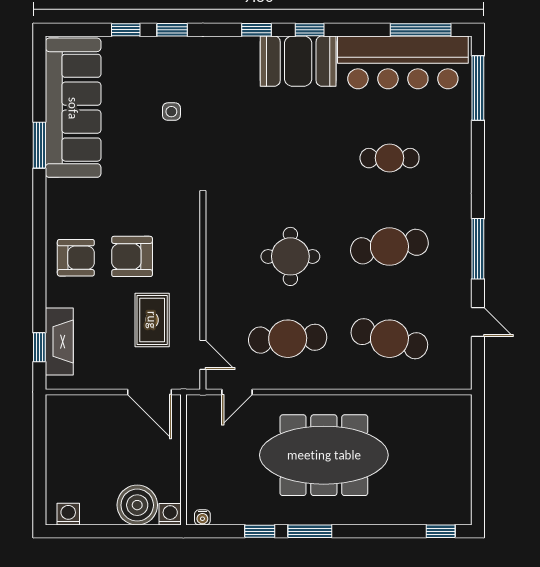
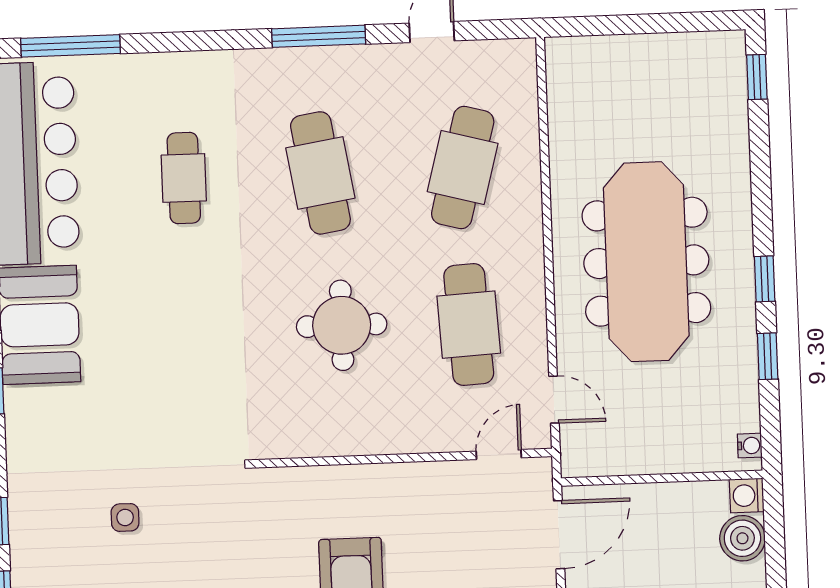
rug: (152, 320) -> (448, 535), removed
boiler: (137, 505) -> (742, 538), width x0.73, depth x0.73
window: (310, 531) -> (765, 279), width x0.67

